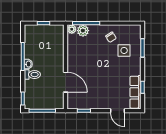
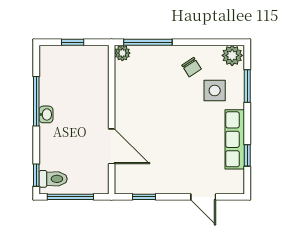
plant: (83, 31) -> (232, 55), moved
toilet: (32, 75) -> (53, 179), moved
row of seats: (135, 92) -> (235, 139), moved

